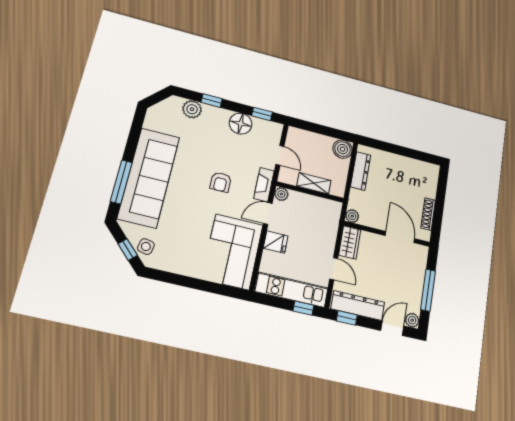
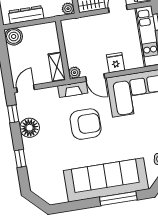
plant: (192, 109) -> (35, 171), removed
door: (280, 155) -> (26, 89), moved
armchair: (221, 182) -> (86, 124), width x1.88, depth x1.88
shelving: (314, 183) -> (57, 67), moved

